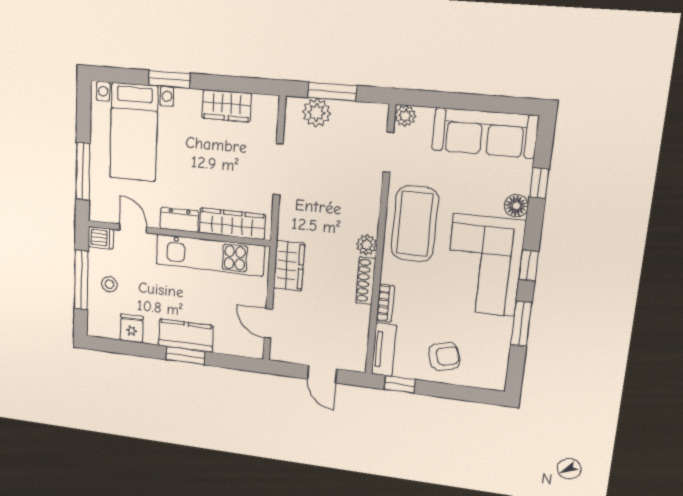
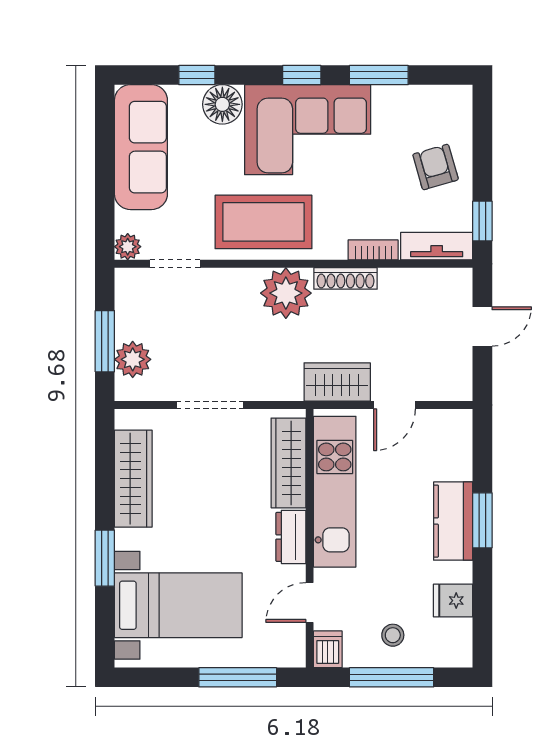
wardrobe: (227, 106) -> (133, 479), width x1.50
floor lamp: (516, 206) -> (222, 104), width x1.38, depth x1.38
plant: (367, 245) -> (286, 293), width x1.87, depth x1.87
door: (268, 323) -> (394, 405), moved

